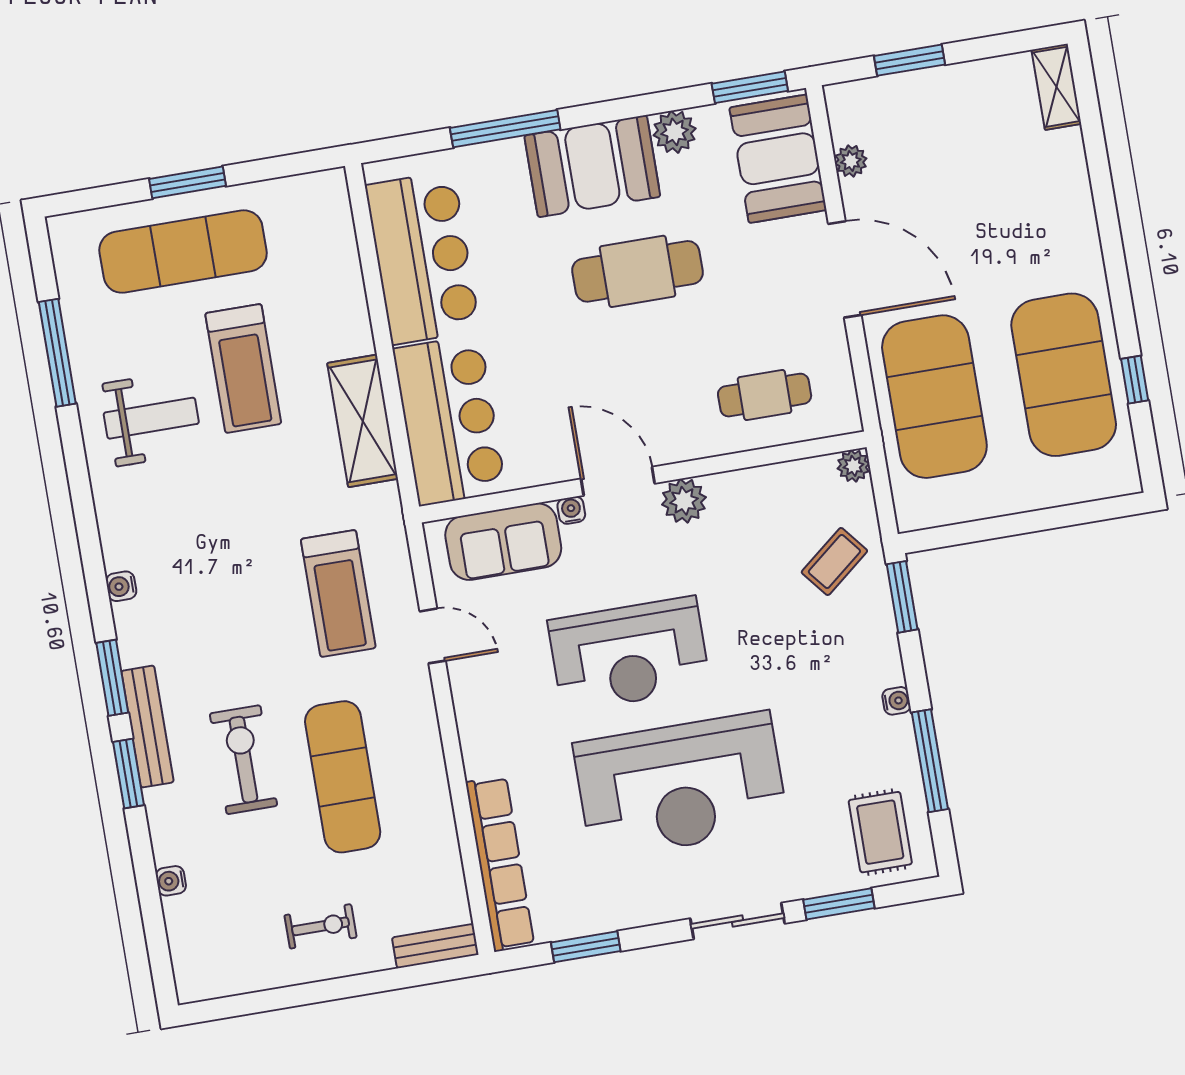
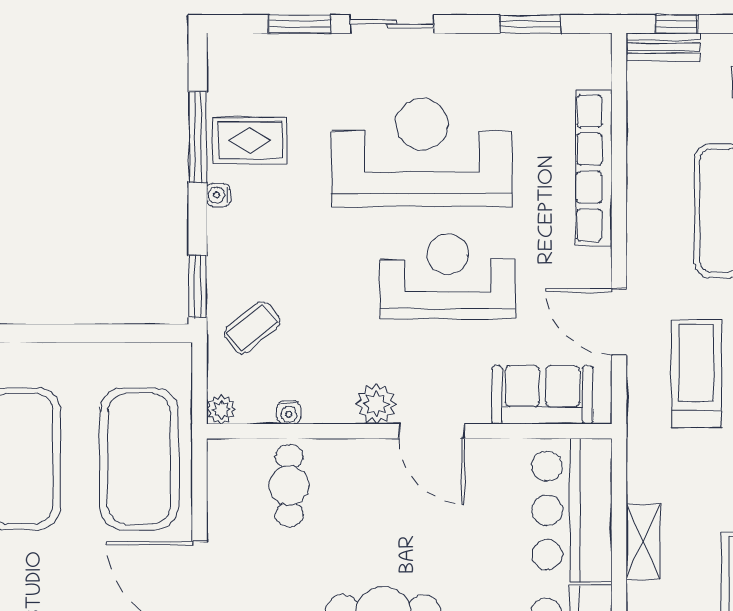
cafe table: (765, 395) -> (289, 485), turned 90
shelving: (363, 421) -> (643, 542), width x0.67, depth x0.75
water cooler: (571, 510) -> (289, 412), moved
door: (433, 636) -> (619, 322), width x1.38
rug: (880, 832) -> (250, 141), moved, turned 90
row of seats: (500, 864) -> (594, 168), moved
window: (425, 974) -> (676, 24), added

